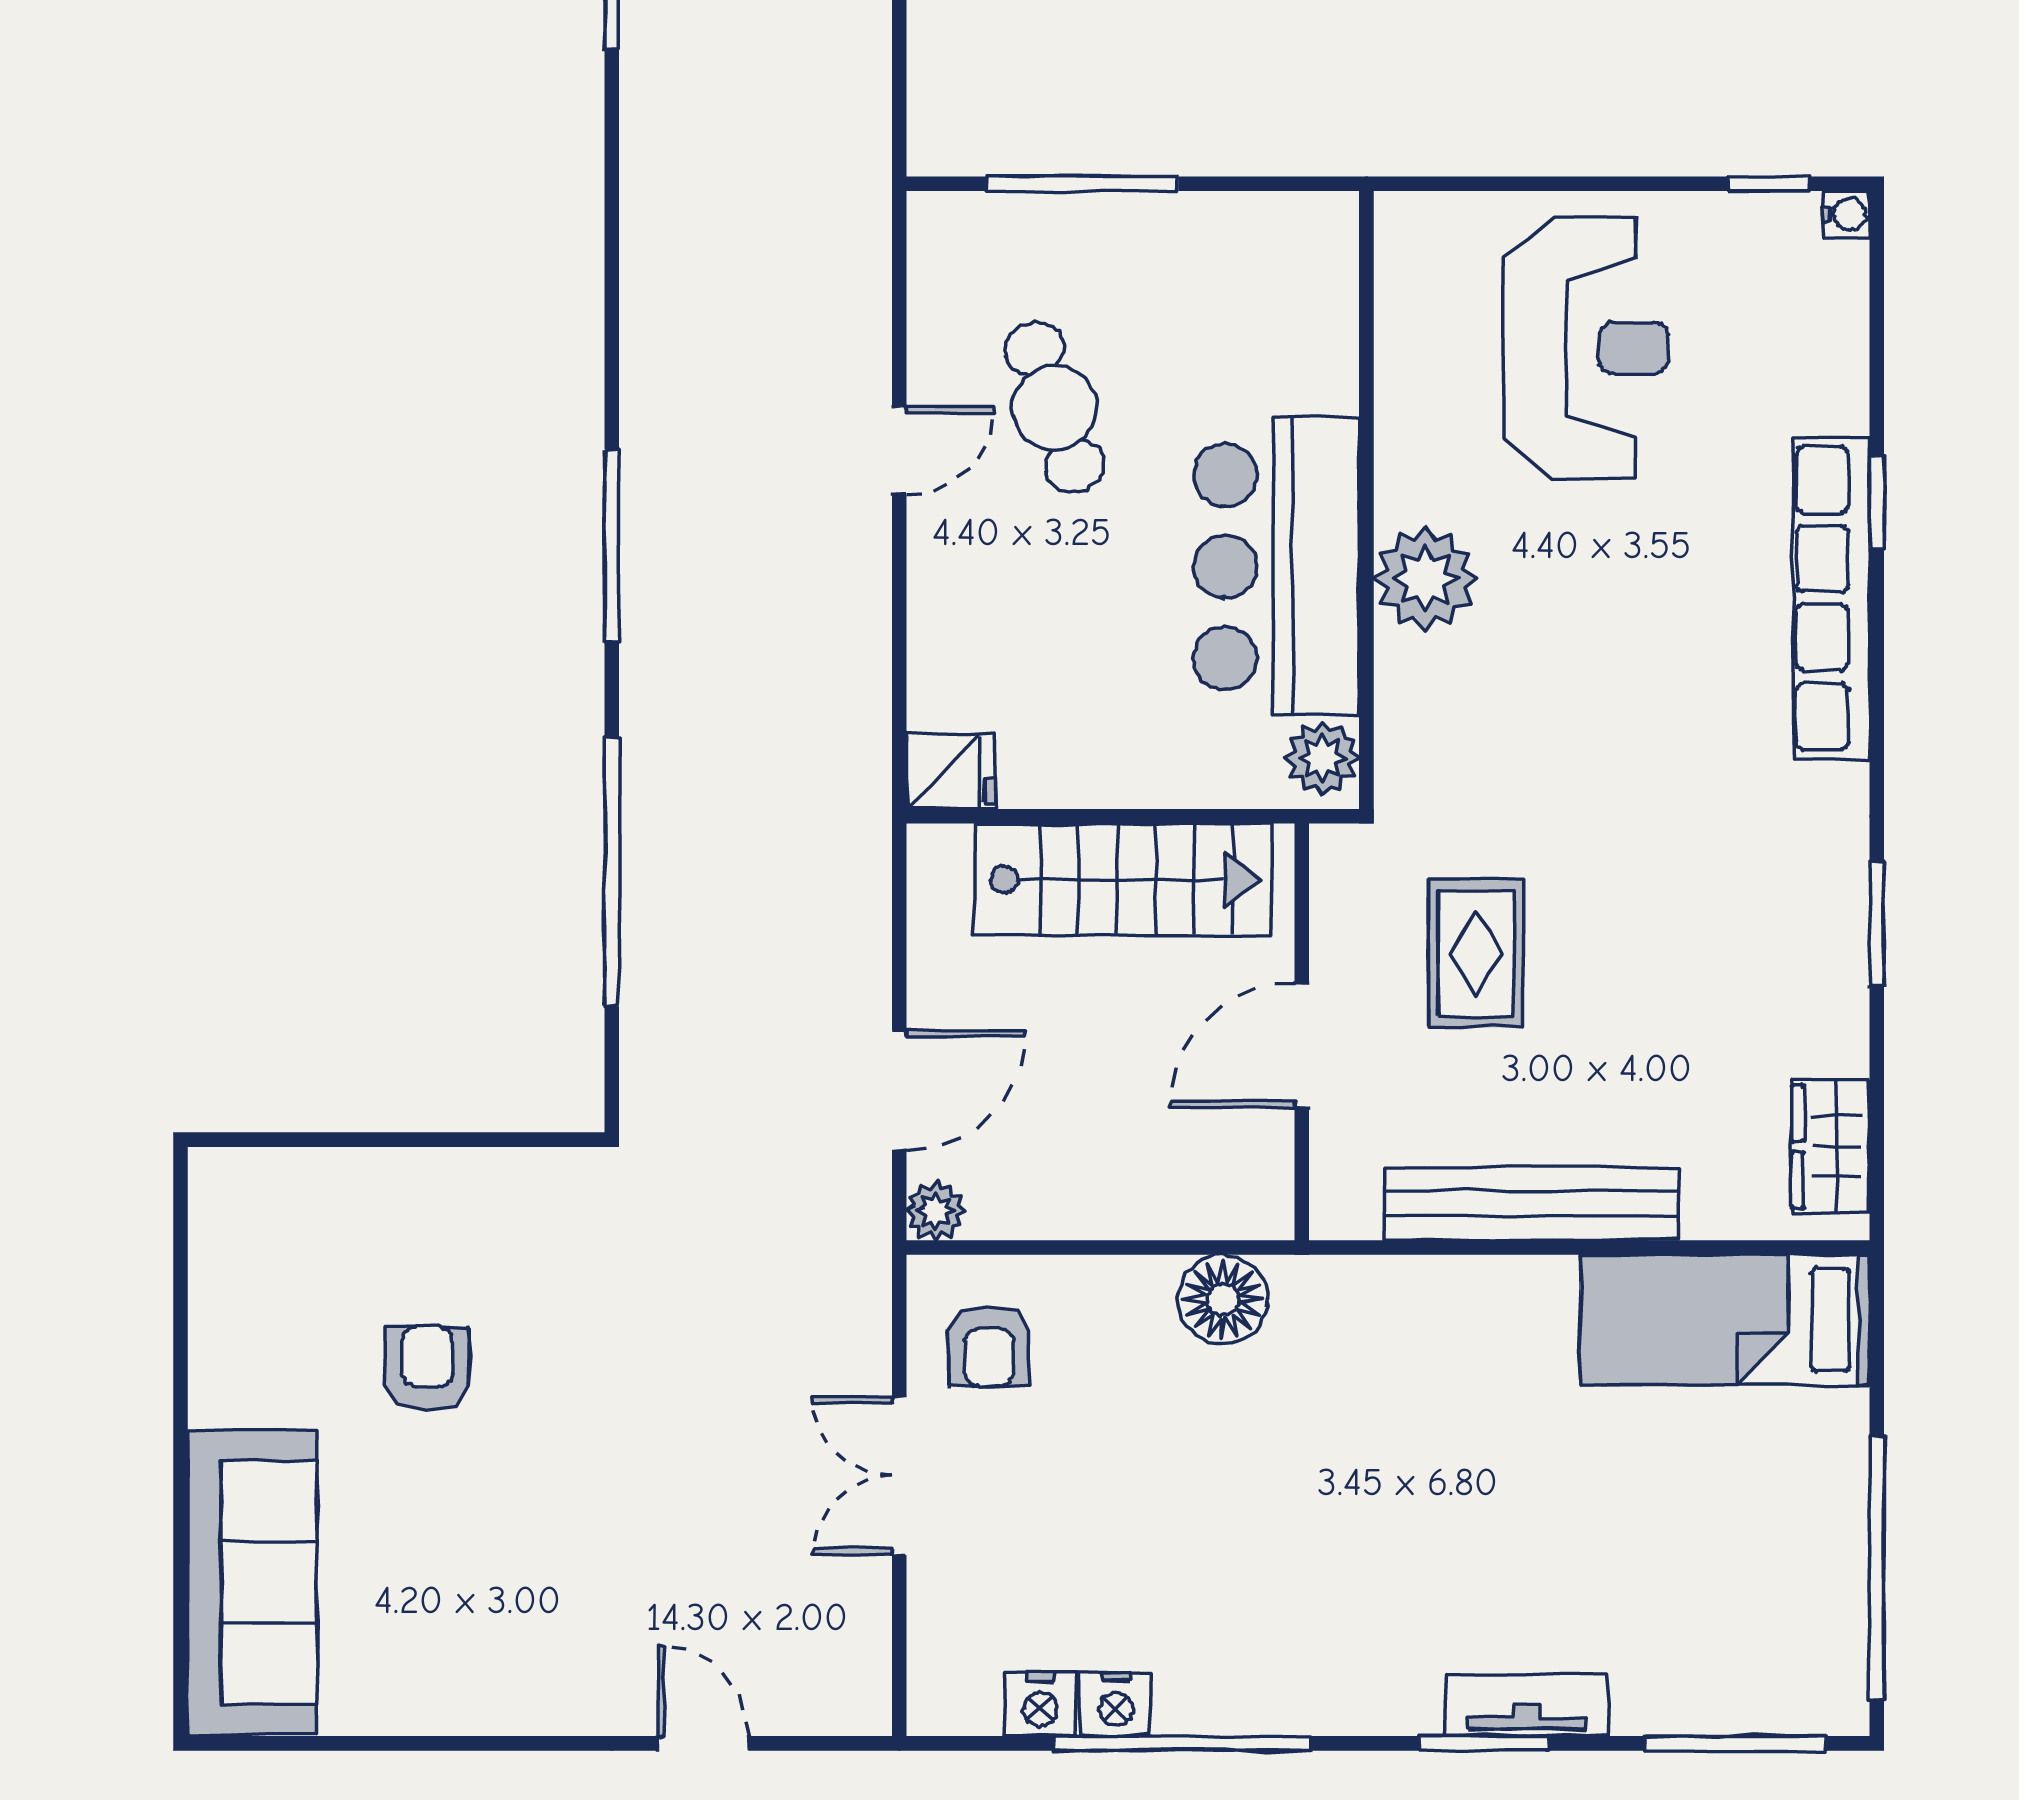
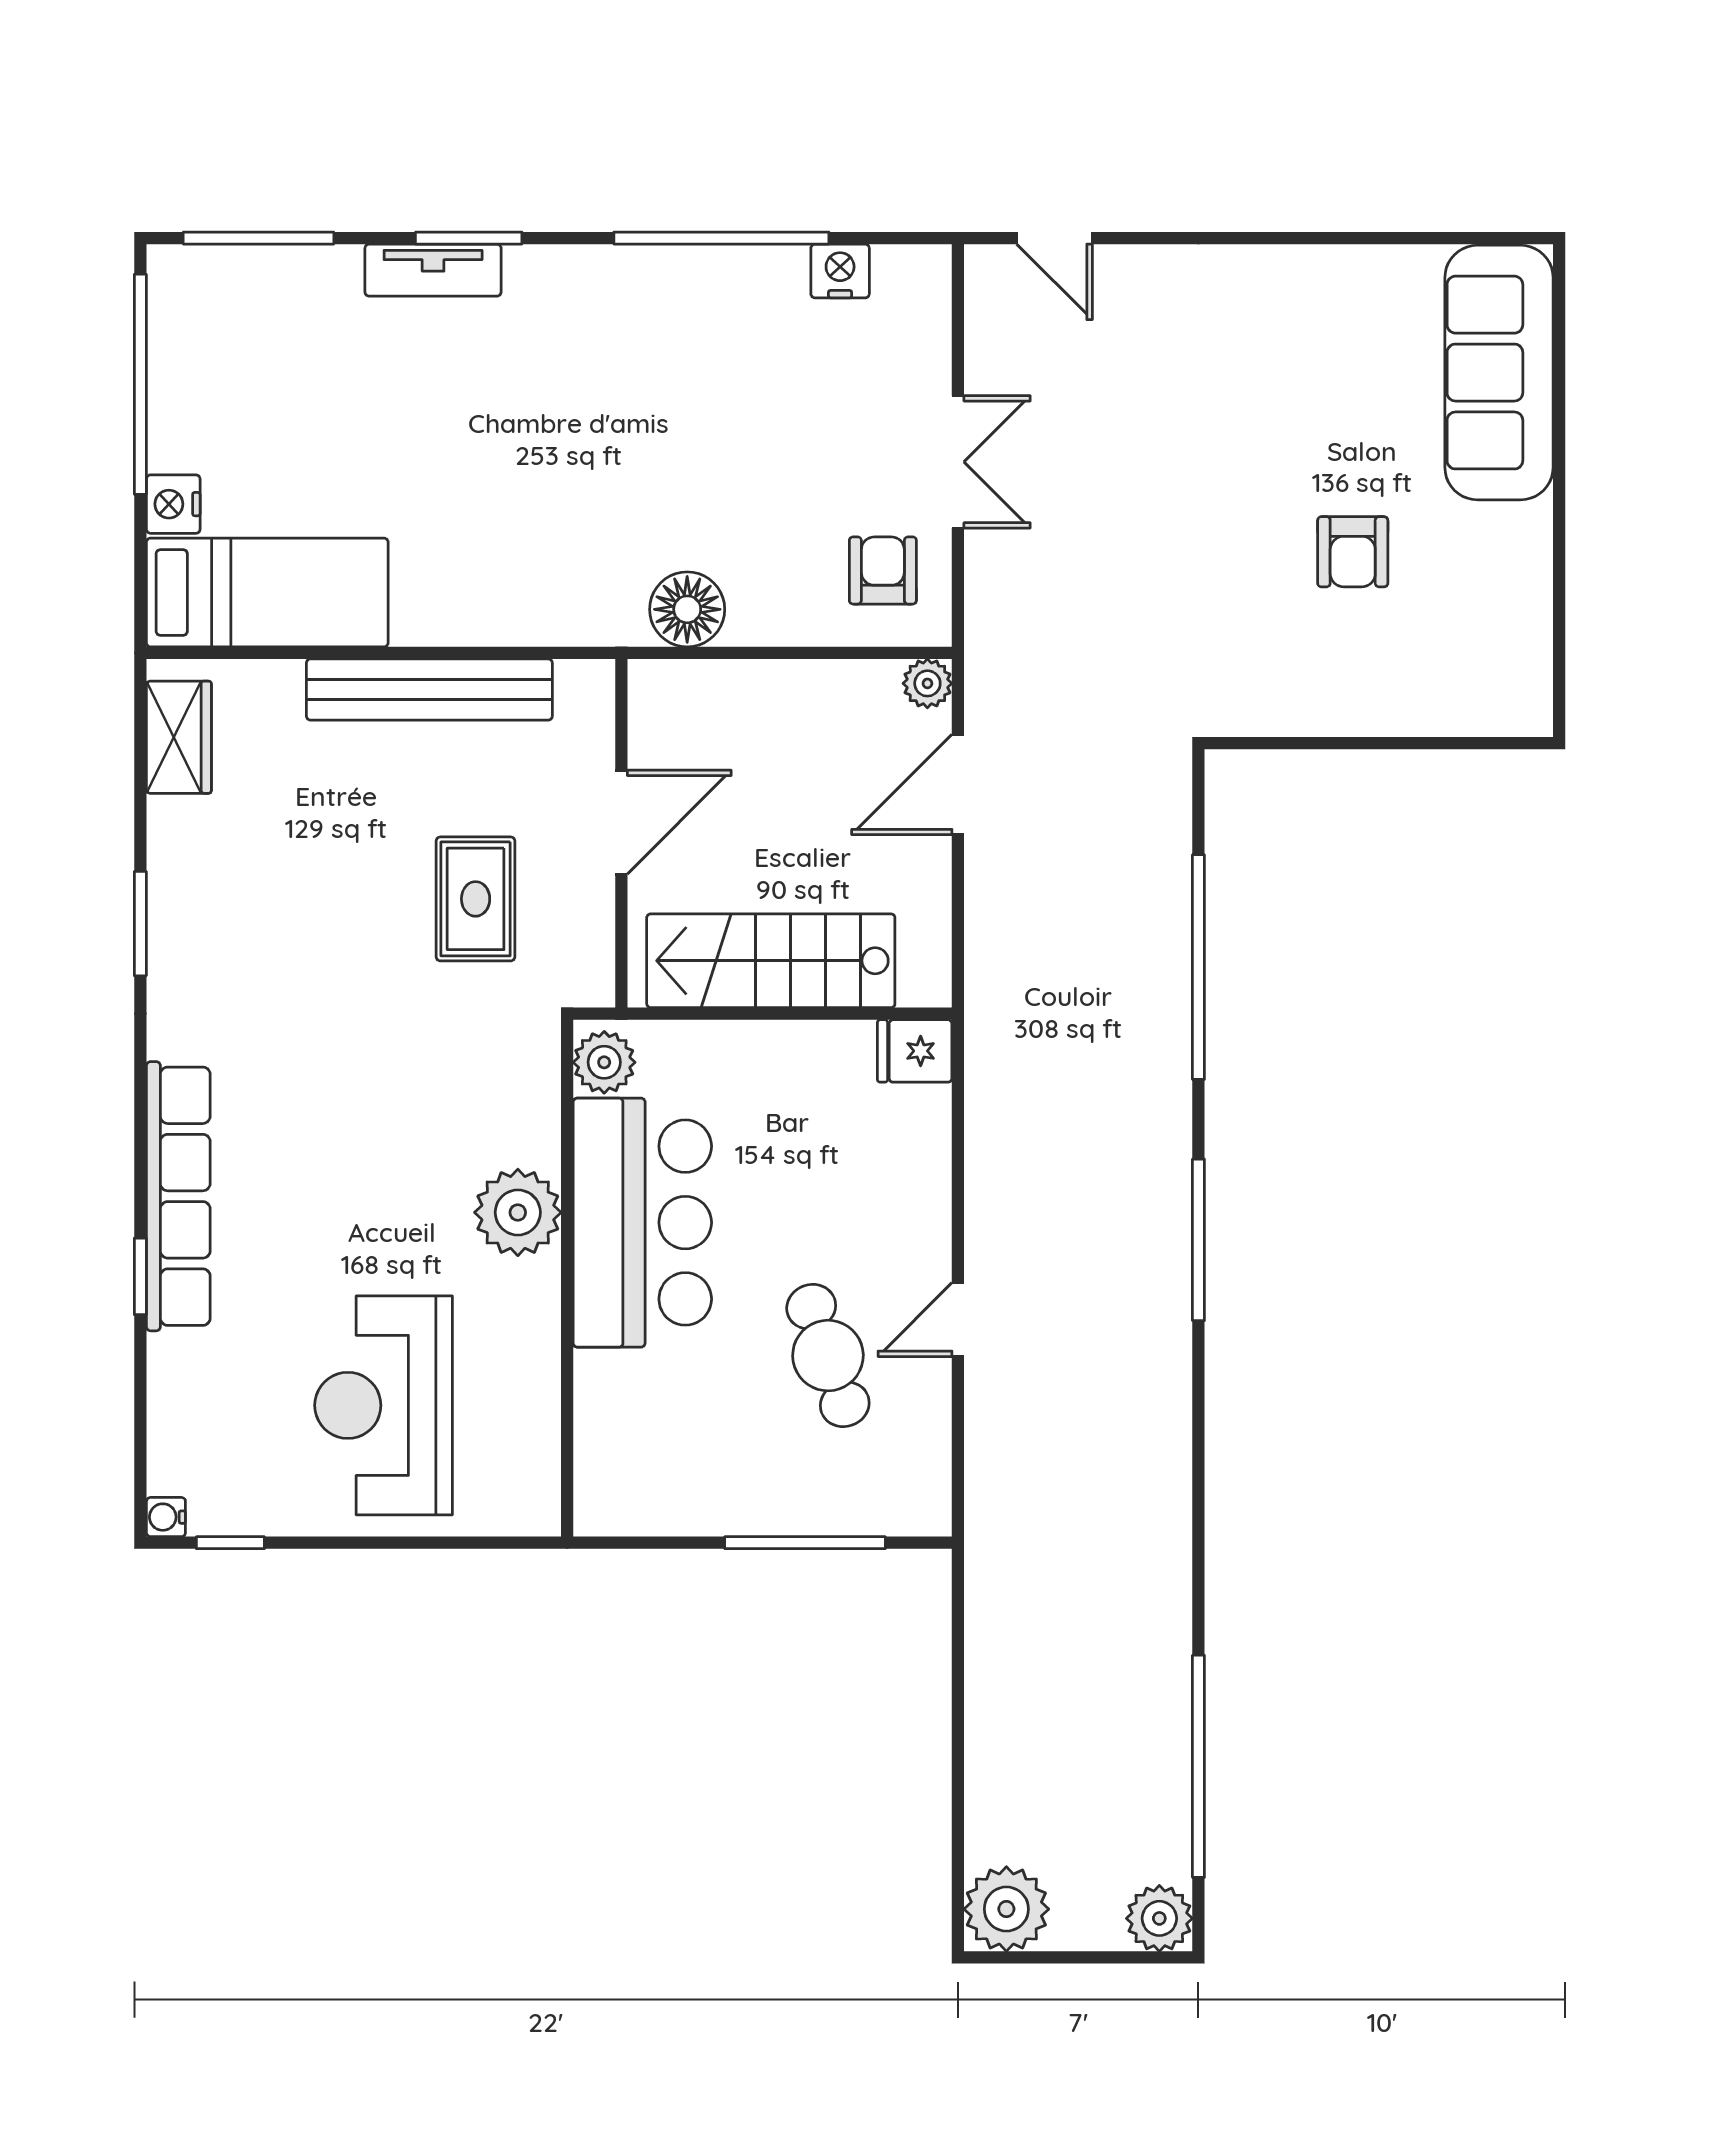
nightstand: (1116, 1704) -> (173, 504), moved, turned -90
door: (703, 1743) -> (1054, 238), moved

